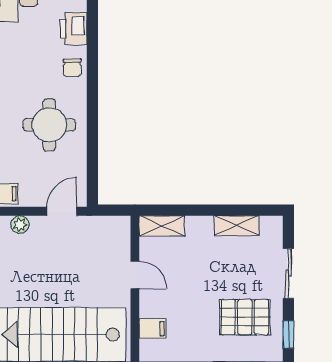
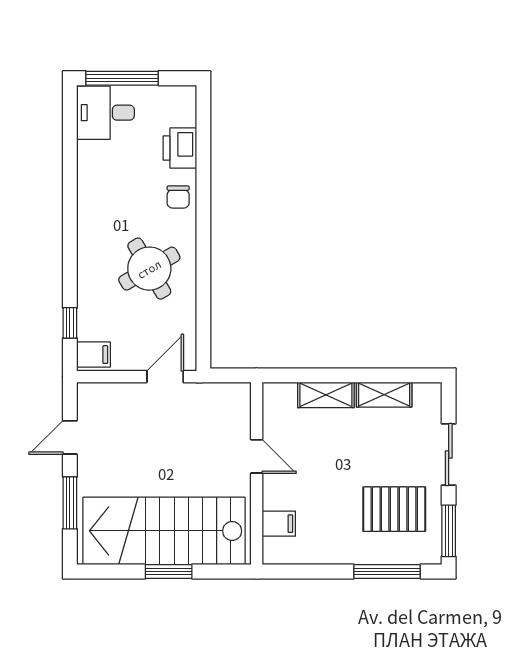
round table: (49, 125) -> (149, 269), turned -30
plant: (20, 225) -> (113, 393), removed
shelving: (162, 226) -> (326, 395), moved
window: (288, 334) -> (449, 531), width x1.50

